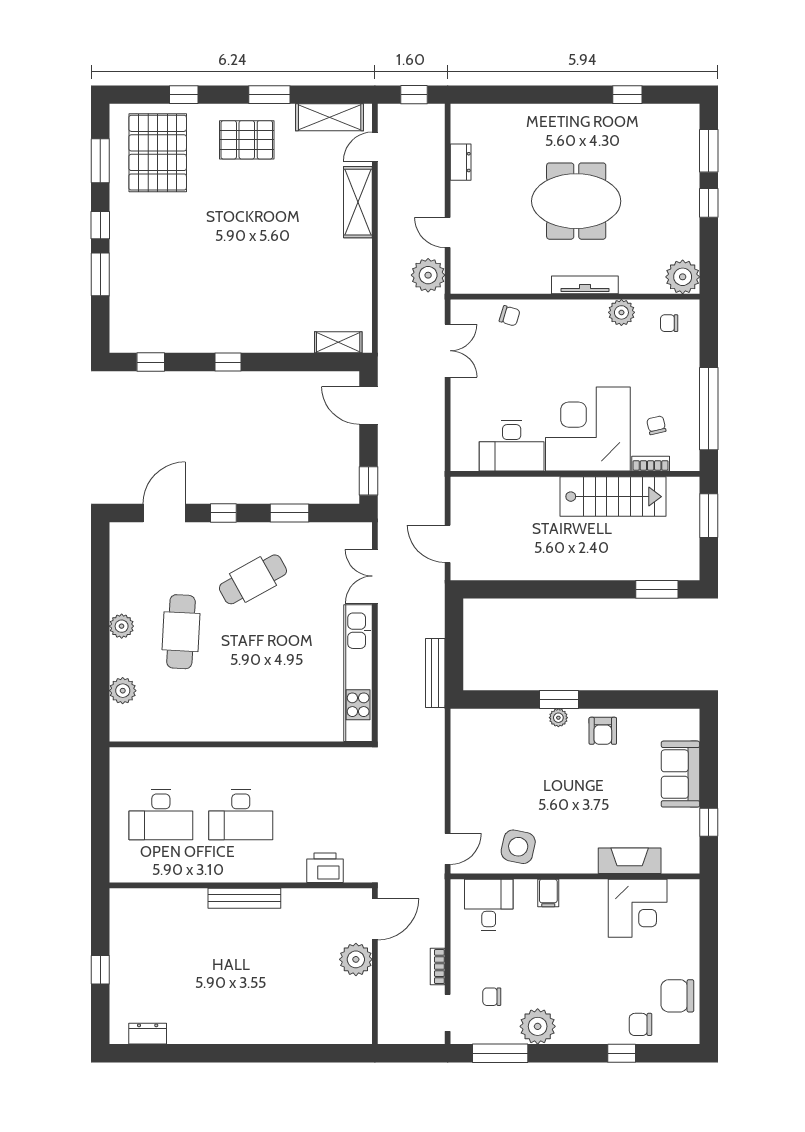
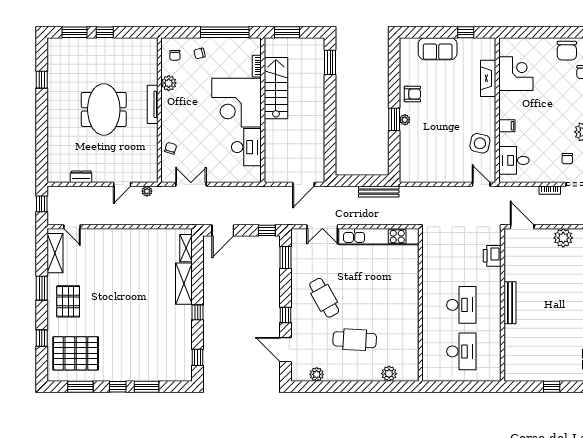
shelving: (358, 202) -> (184, 284), moved, turned 90
plant: (428, 275) -> (147, 191), width x0.53, depth x0.53
plant: (683, 277) -> (148, 47), removed
chair: (656, 425) -> (200, 53), moved
window: (290, 513) -> (285, 258), moved
plant: (122, 626) -> (317, 374), moved
plant: (356, 959) -> (563, 238), moved

